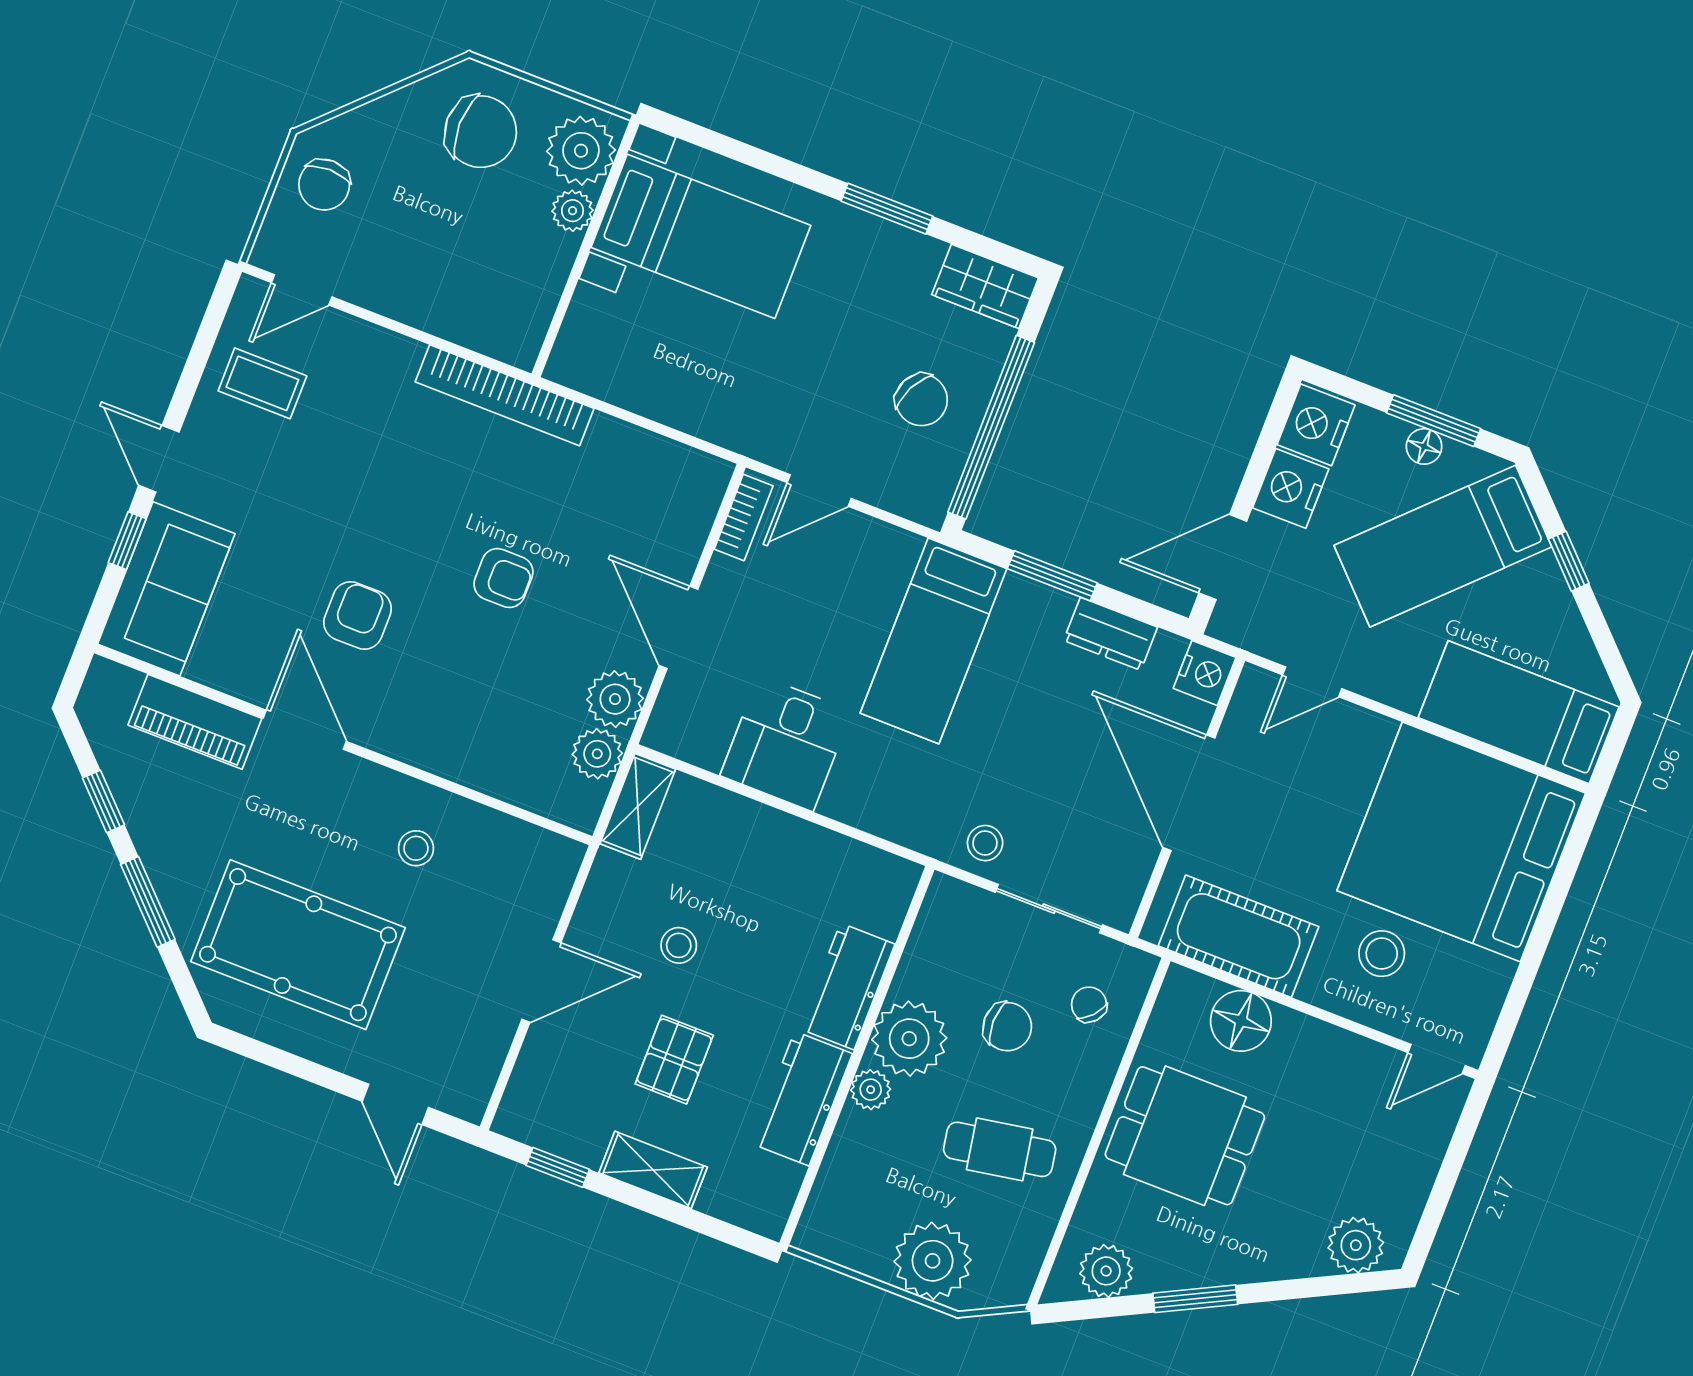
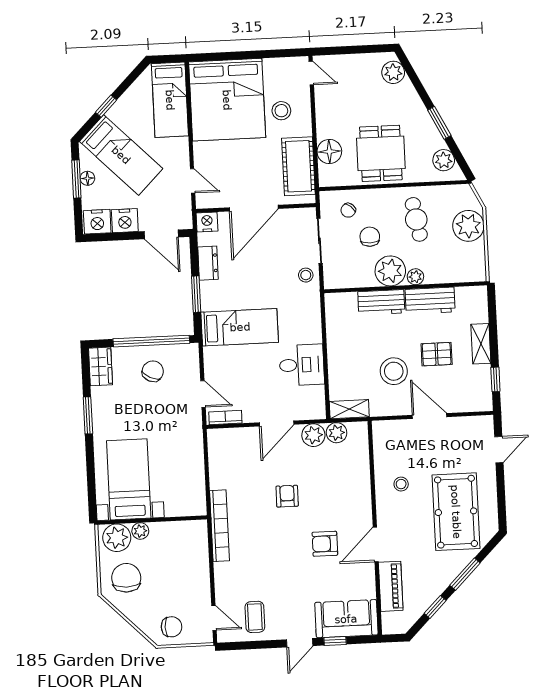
stool: (679, 945) -> (394, 371), width x1.89, depth x1.89

